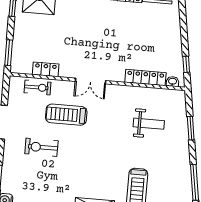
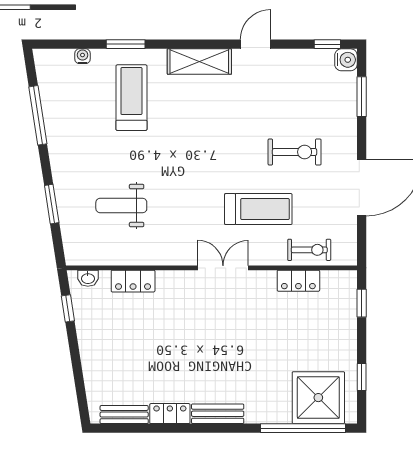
window: (9, 53) -> (362, 303), width x0.67
locker: (145, 78) -> (133, 281), width x0.66
exercise bike: (38, 87) -> (309, 250), turned 180

